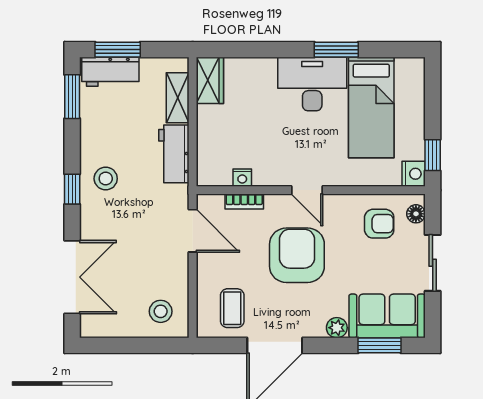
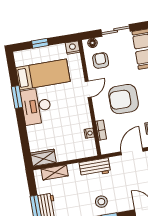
workbench: (174, 154) -> (95, 167), moved
window: (433, 155) -> (40, 43), moved
door: (307, 190) -> (88, 89), moved
door: (193, 231) -> (132, 151), moved

